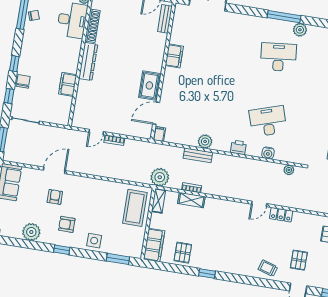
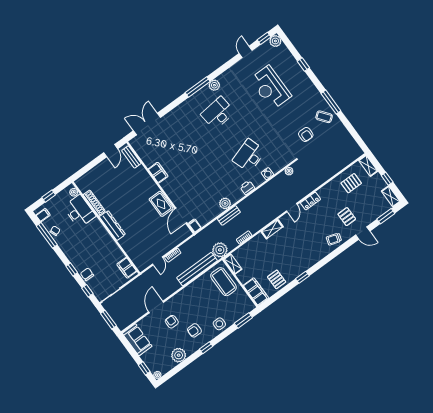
filing cabinet: (68, 84) -> (127, 268), moved
bench: (123, 174) -> (197, 269), added
shelving: (191, 200) -> (272, 229), moved

